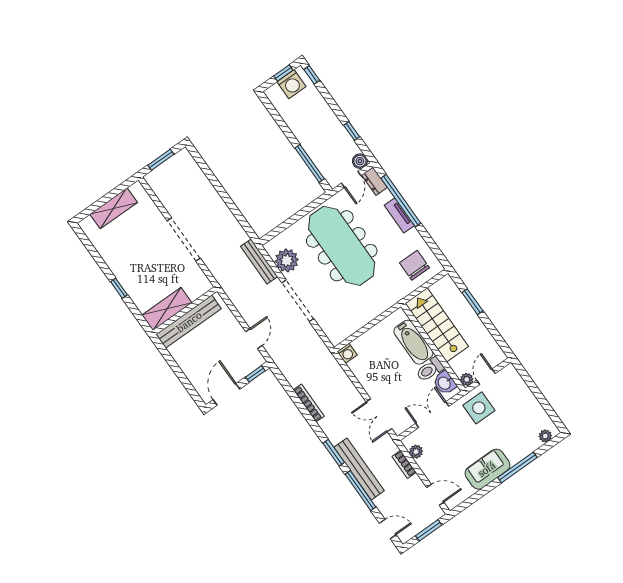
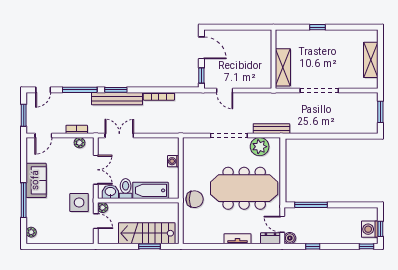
window: (401, 201) -> (246, 246), removed
chair: (415, 265) -> (195, 199), moved
shelving: (167, 309) -> (283, 67), moved
bench: (189, 322) -> (265, 56), removed
stairs: (437, 325) -> (147, 233), moved, turned 180
washing machine: (347, 353) -> (173, 161), moved
bench: (359, 469) -> (117, 99), moved

